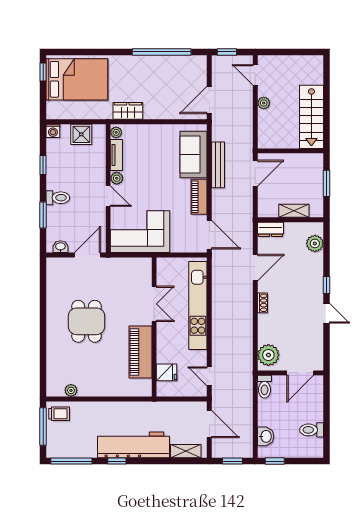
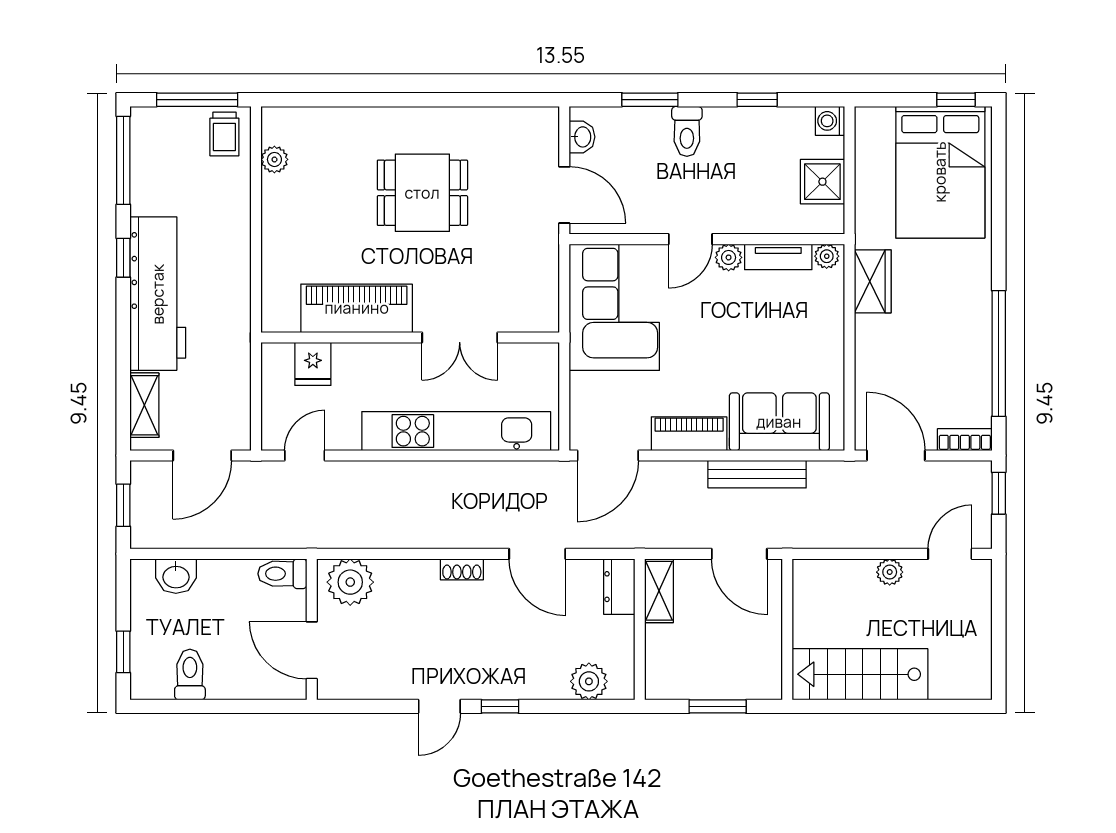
bookcase: (202, 68) -> (965, 440), added
shelving: (294, 211) -> (659, 591), moved
window: (275, 461) -> (123, 652), moved

